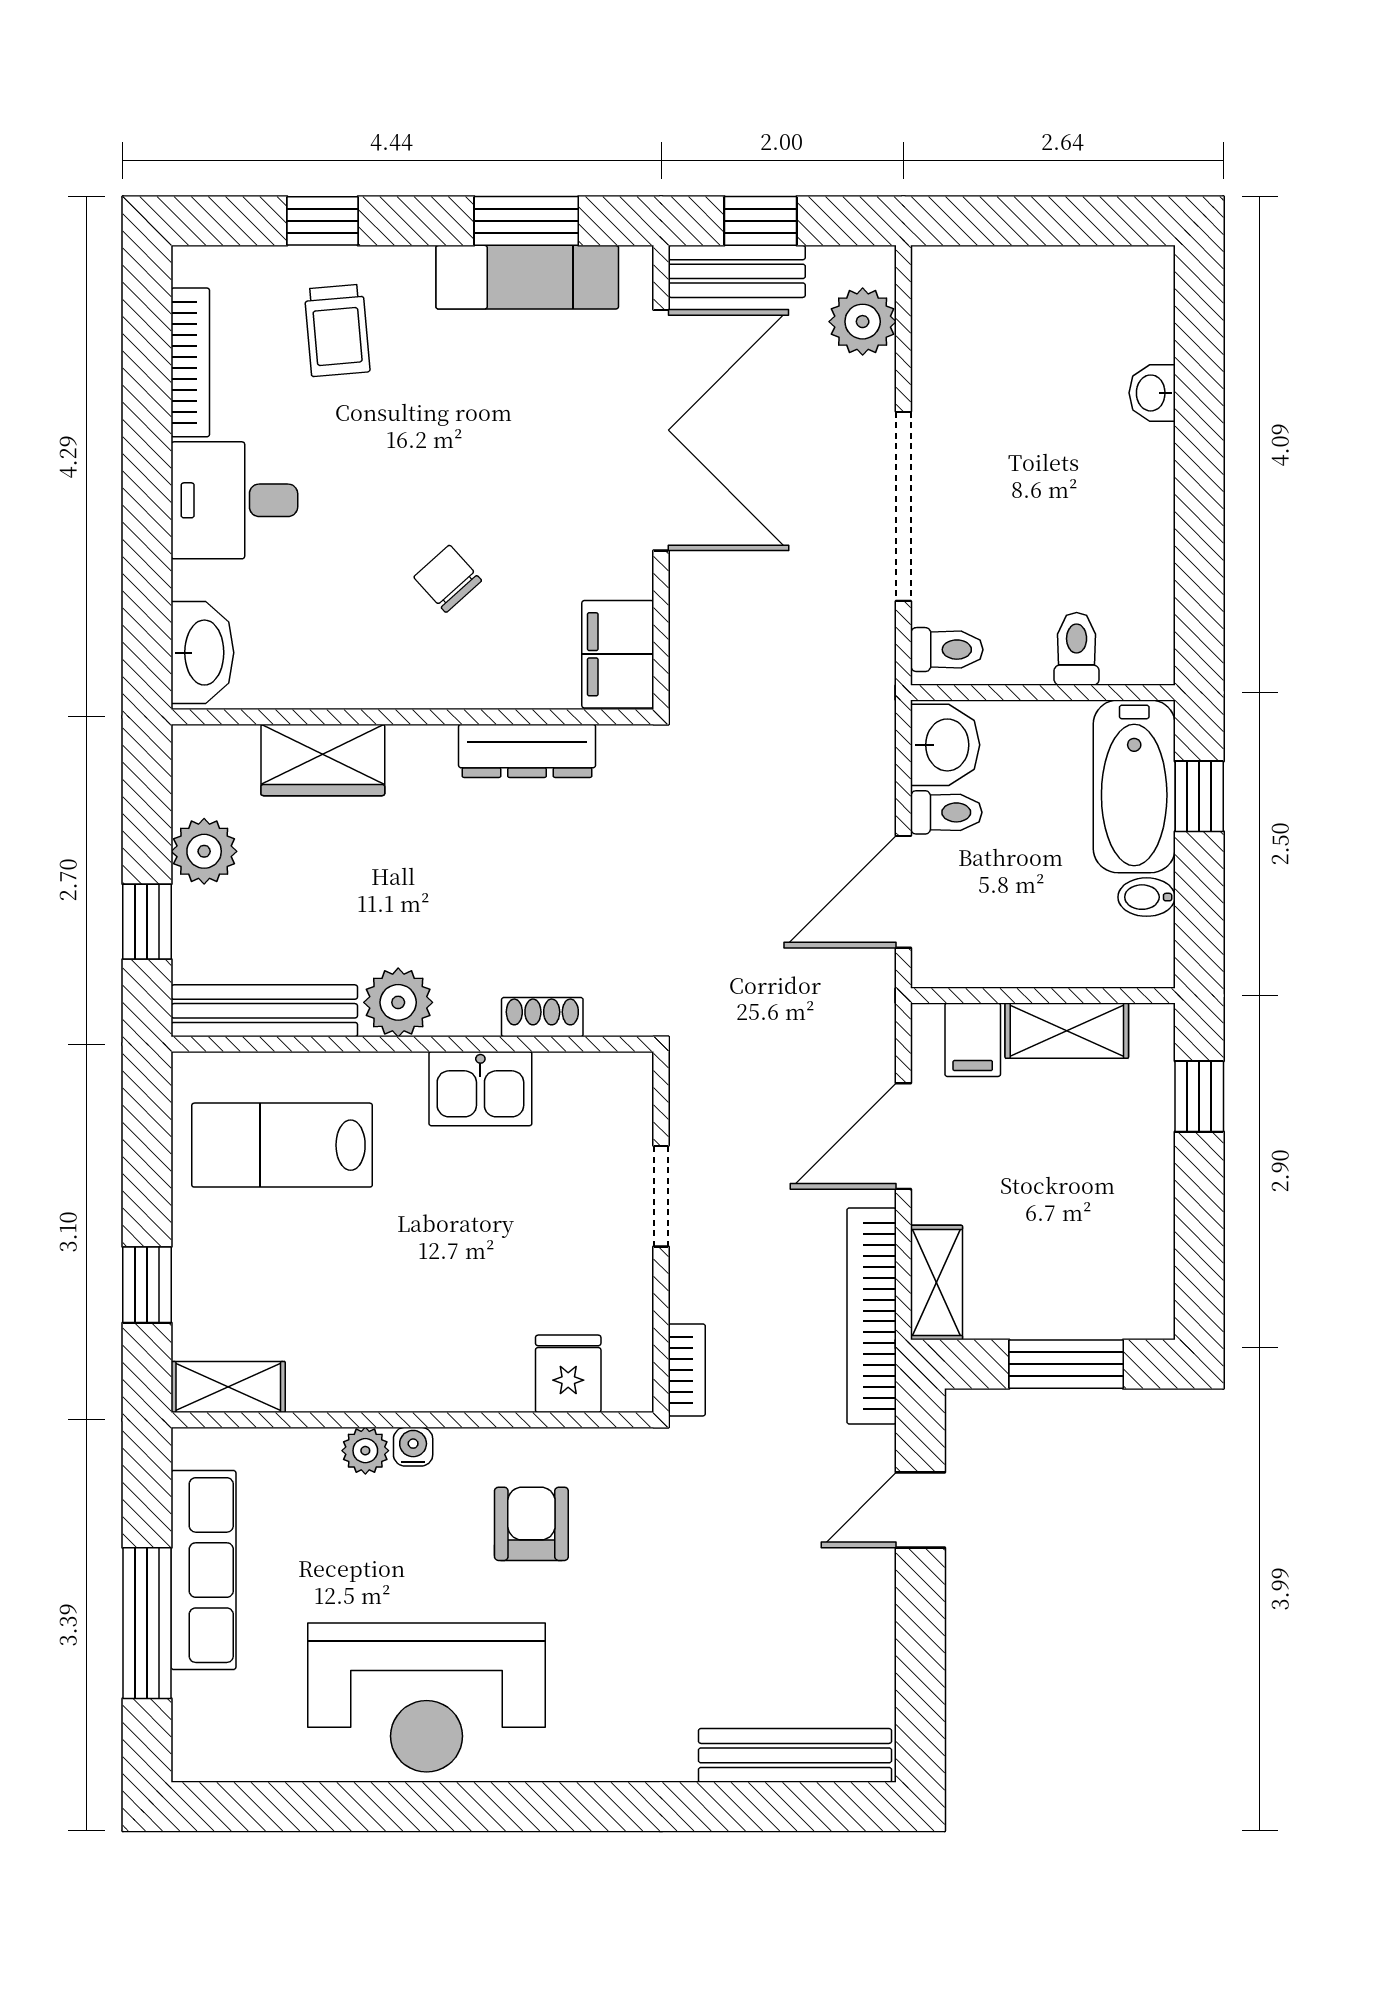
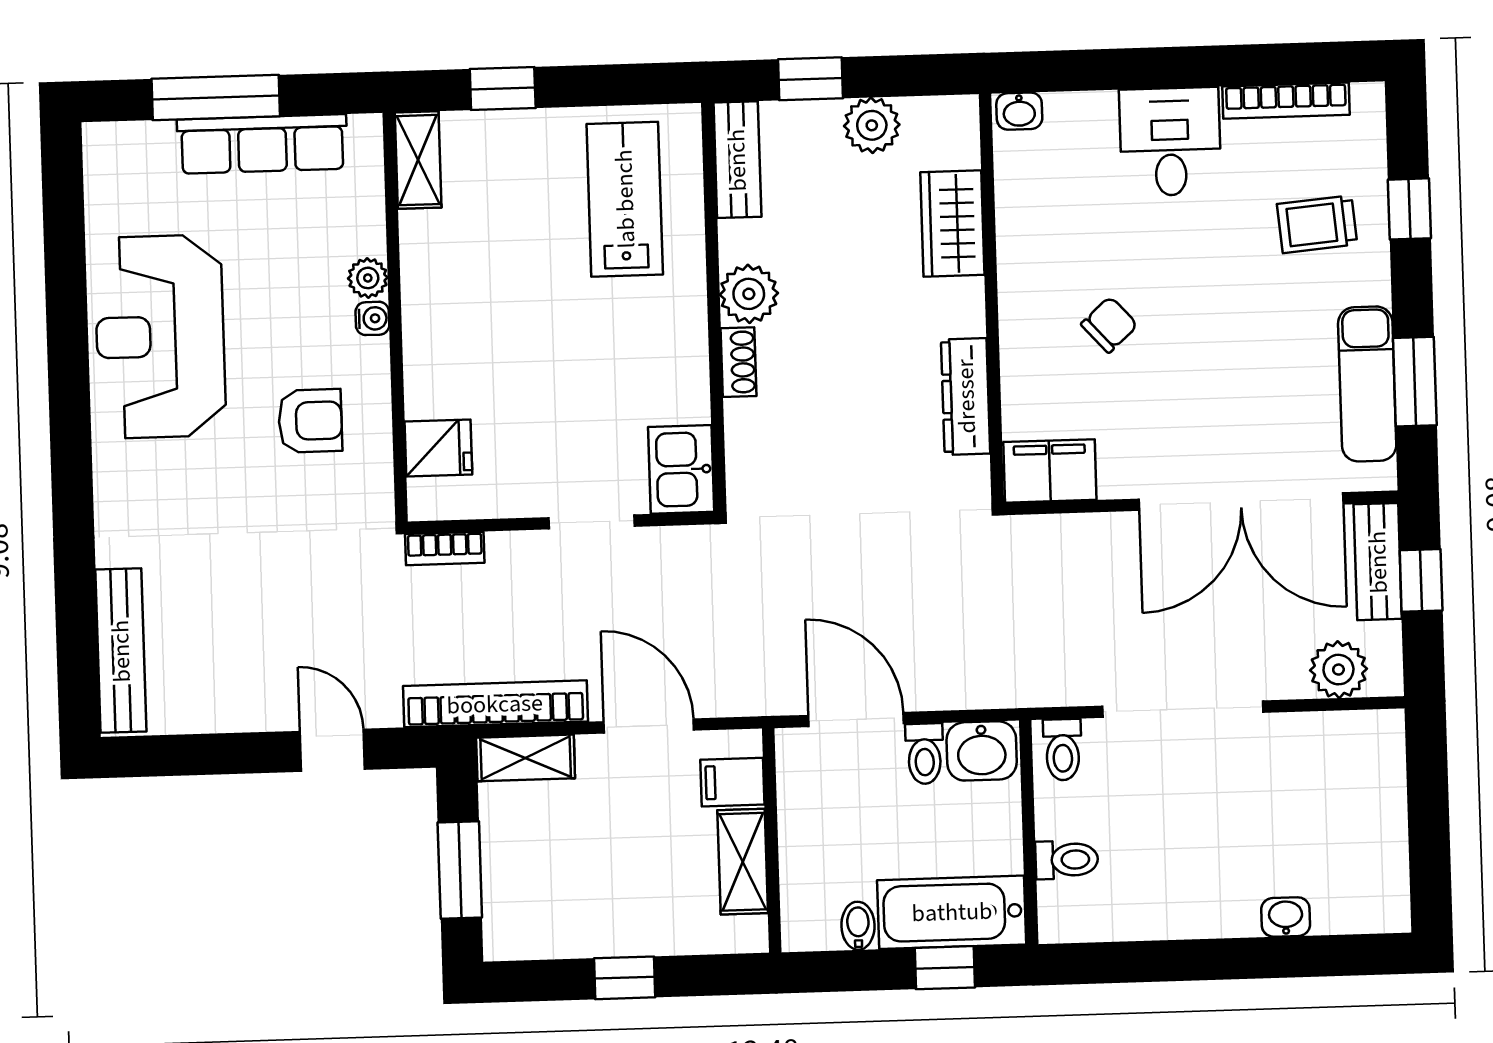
washbasin: (202, 653) -> (1019, 111), width x0.52, depth x0.69
bench: (264, 1011) -> (737, 160), width x0.73
shoe rack: (542, 1017) -> (738, 362), moved
kitchen sink: (480, 1089) -> (681, 469), moved
window: (1199, 1096) -> (625, 978), moved

